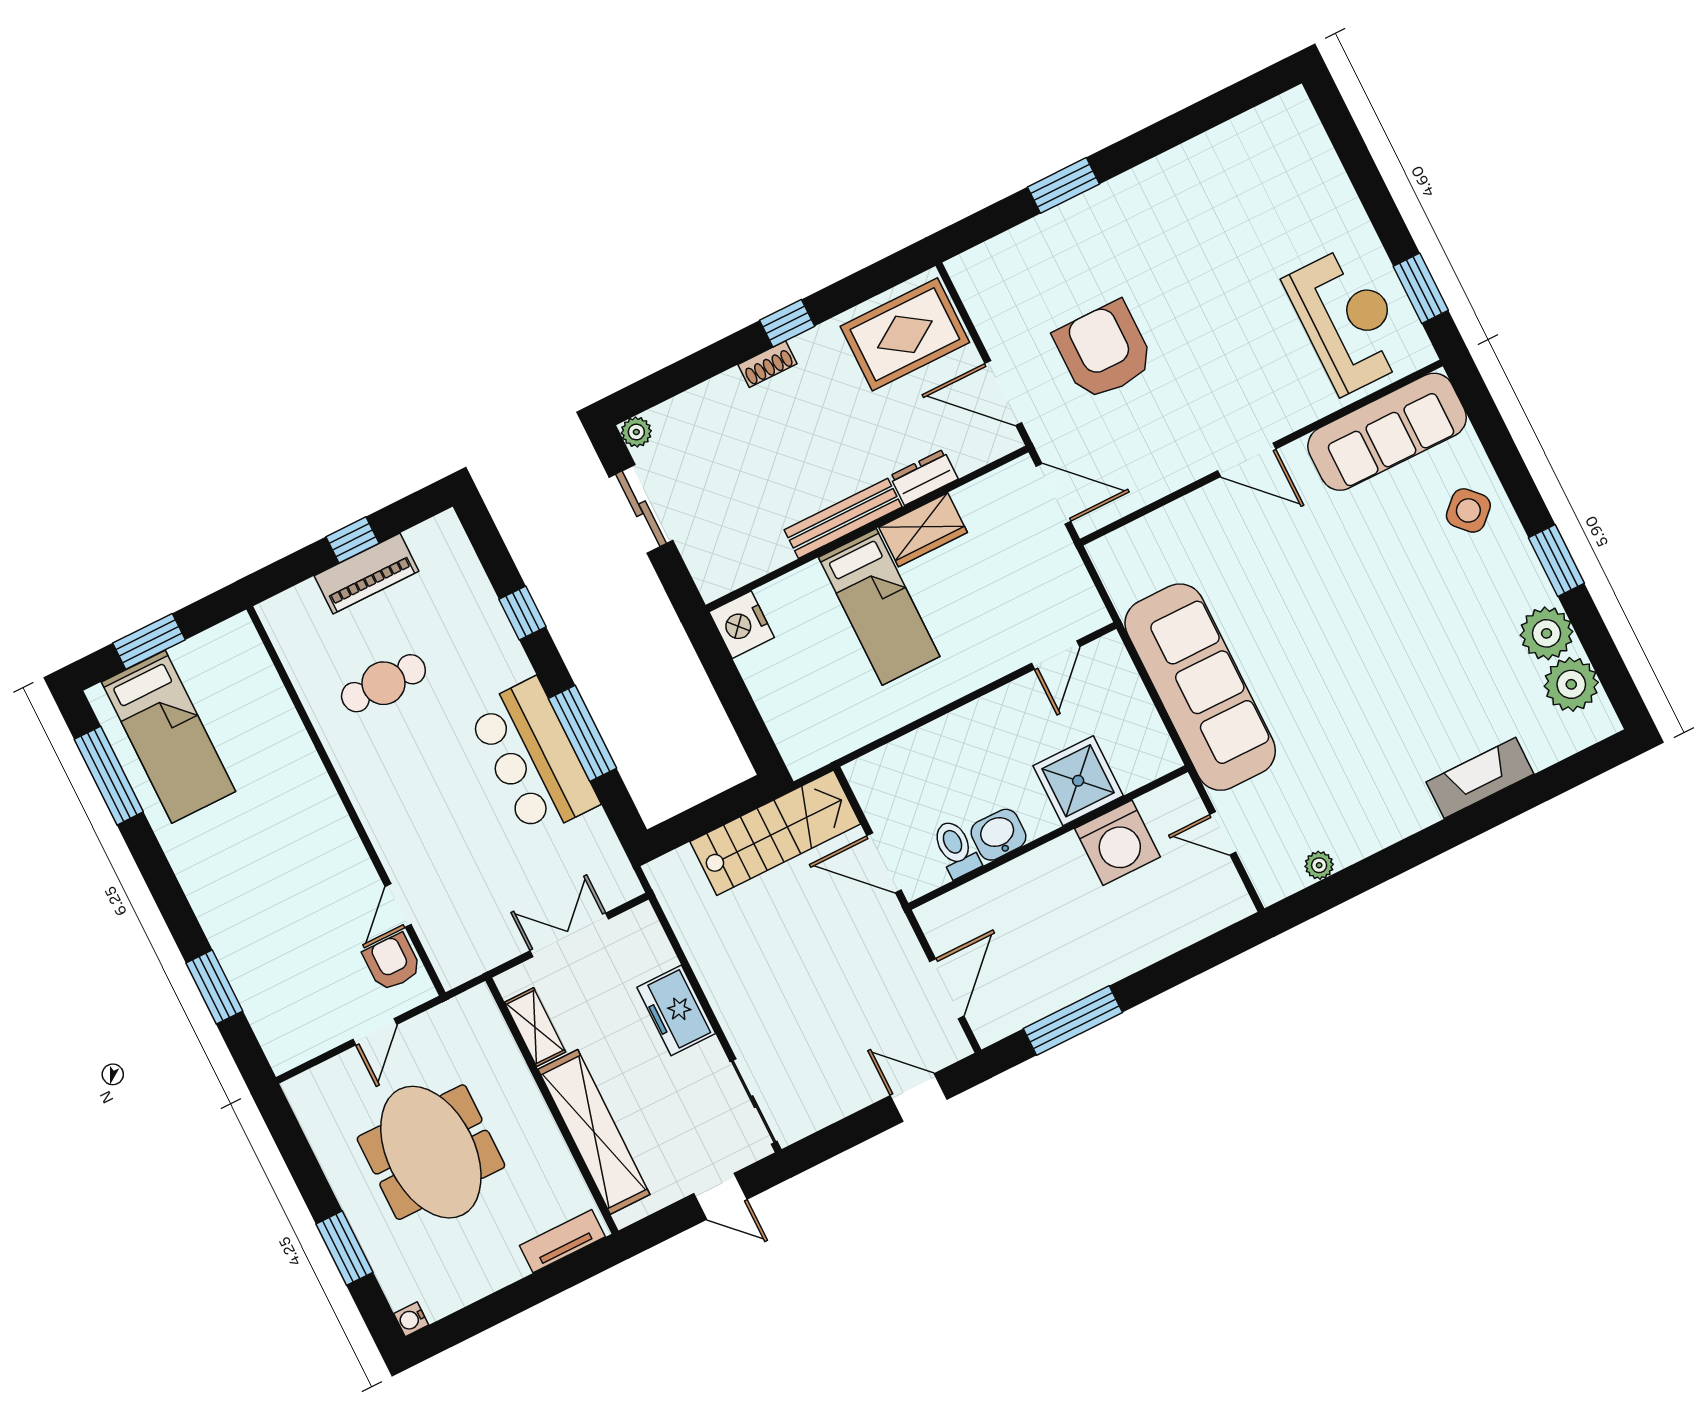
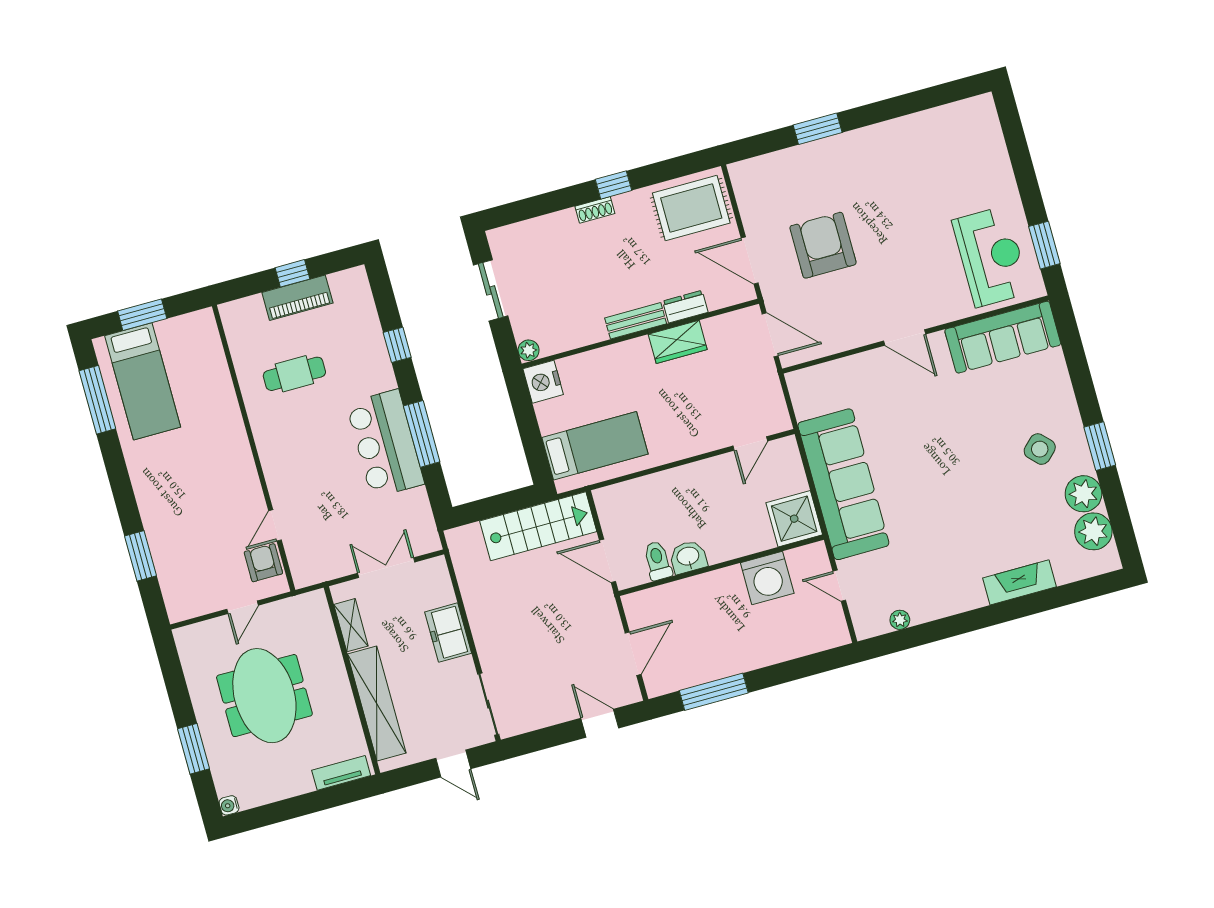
plant: (636, 432) -> (529, 350), moved
side table: (1468, 510) -> (1040, 449), moved
bench: (843, 518) -> (636, 321), width x0.73
bed: (879, 607) -> (595, 446), moved, turned -90
shower: (1078, 781) -> (794, 519), moved

